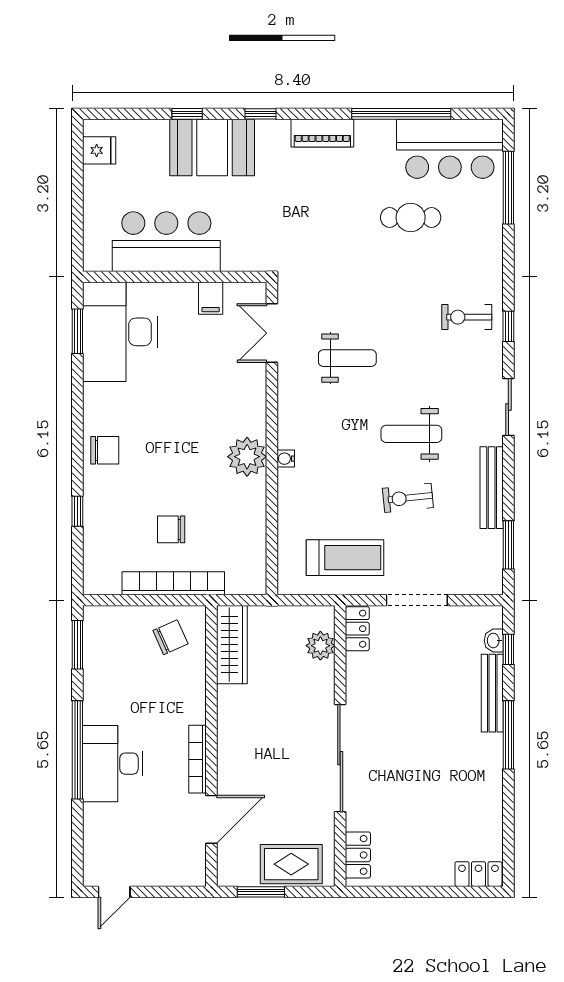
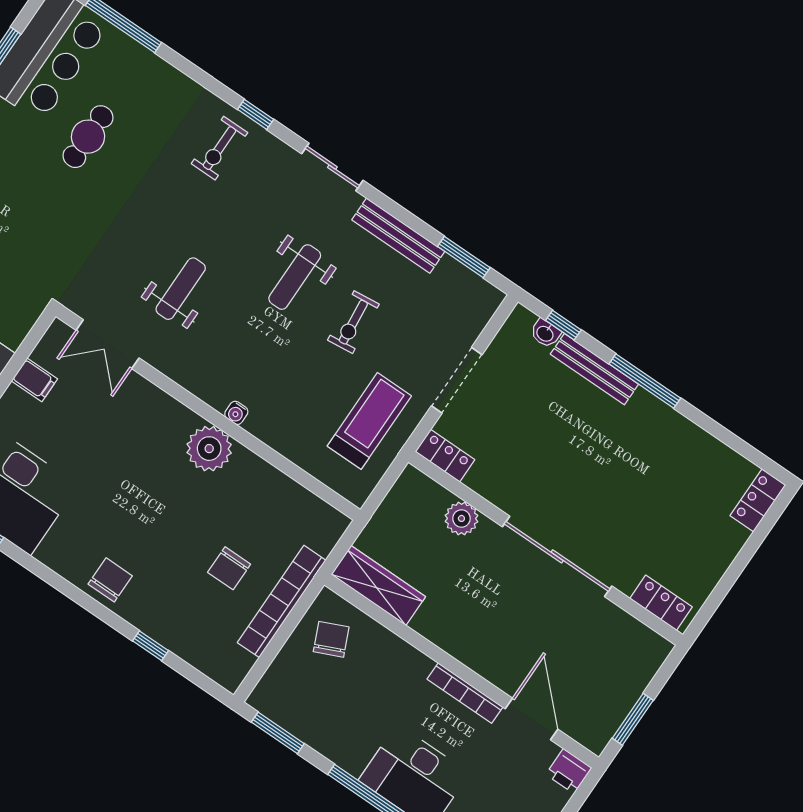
plant: (320, 646) -> (461, 518), moved
rug: (291, 864) -> (626, 672), removed
printer: (192, 871) -> (569, 771), added

